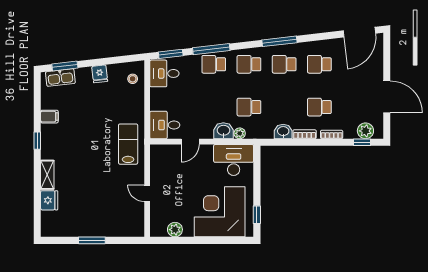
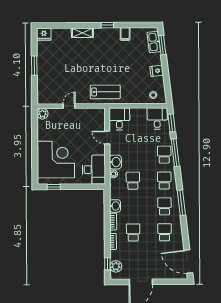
fridge: (49, 200) -> (44, 34), moved
plant: (175, 230) -> (42, 114), moved

